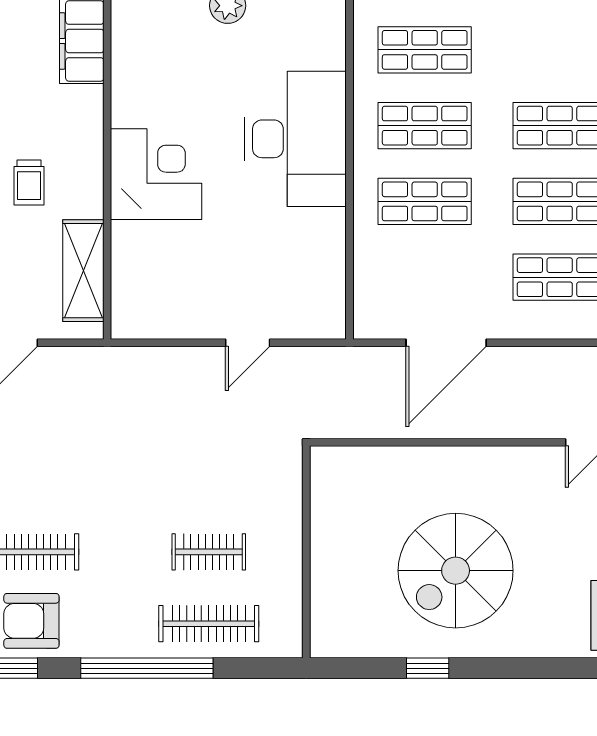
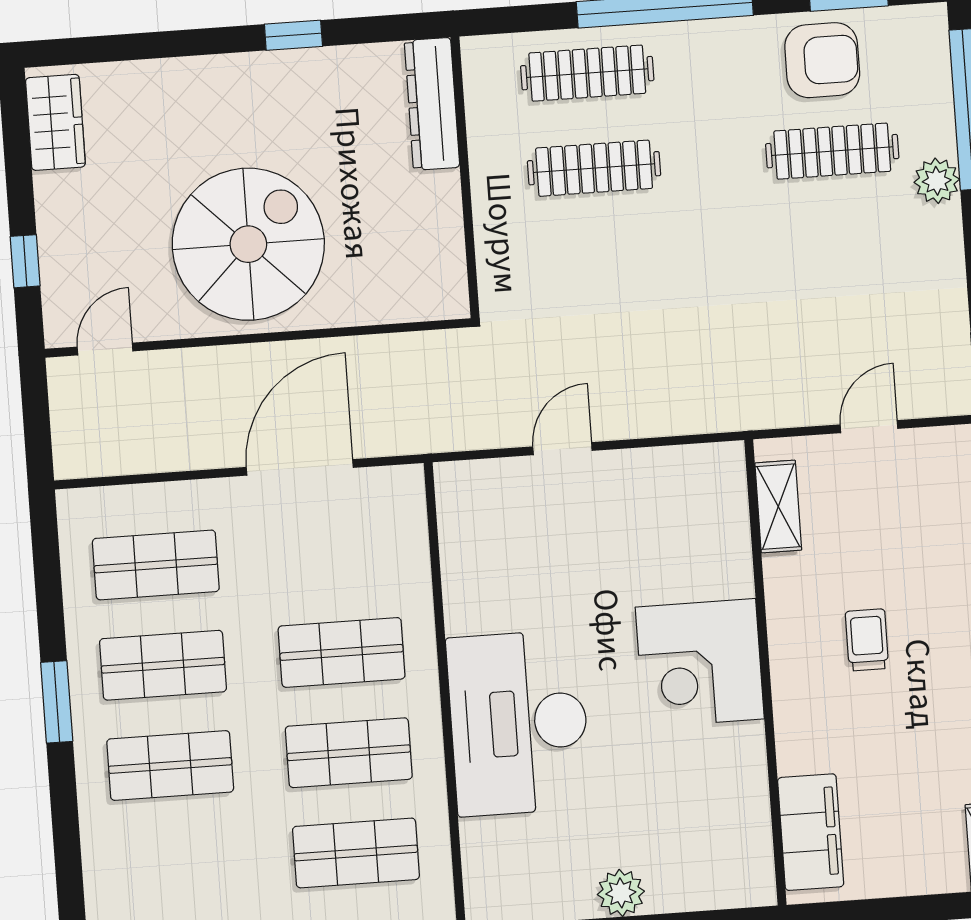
shelving: (83, 271) -> (778, 507), width x0.67, depth x0.75
clothes rail: (209, 552) -> (594, 168), width x1.36
spiral stairs: (456, 571) -> (248, 244), moved
dresser: (327, 609) -> (432, 104), added

